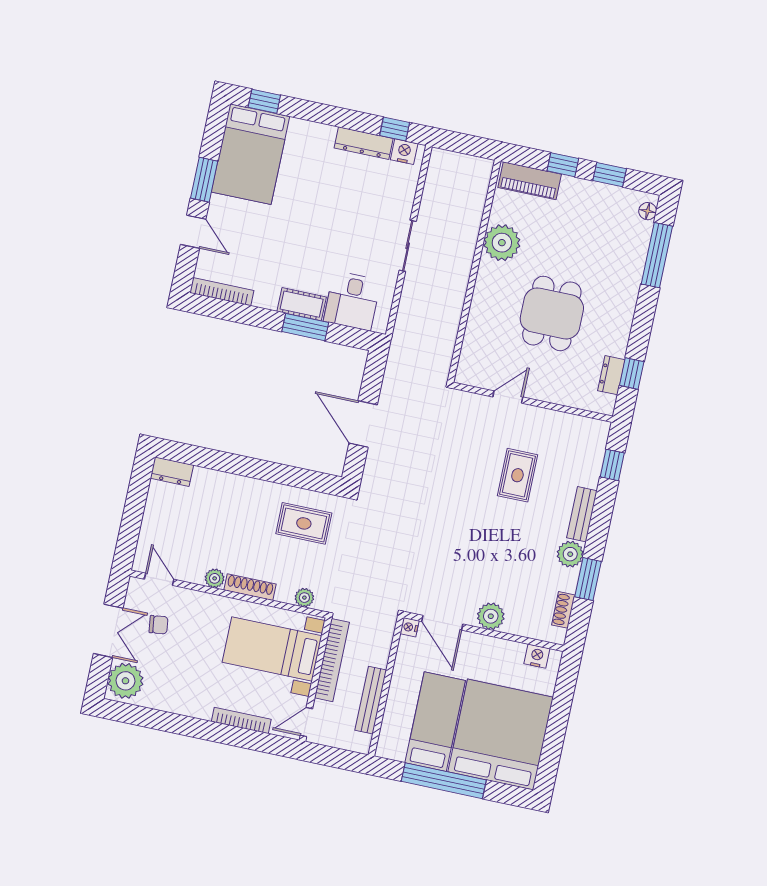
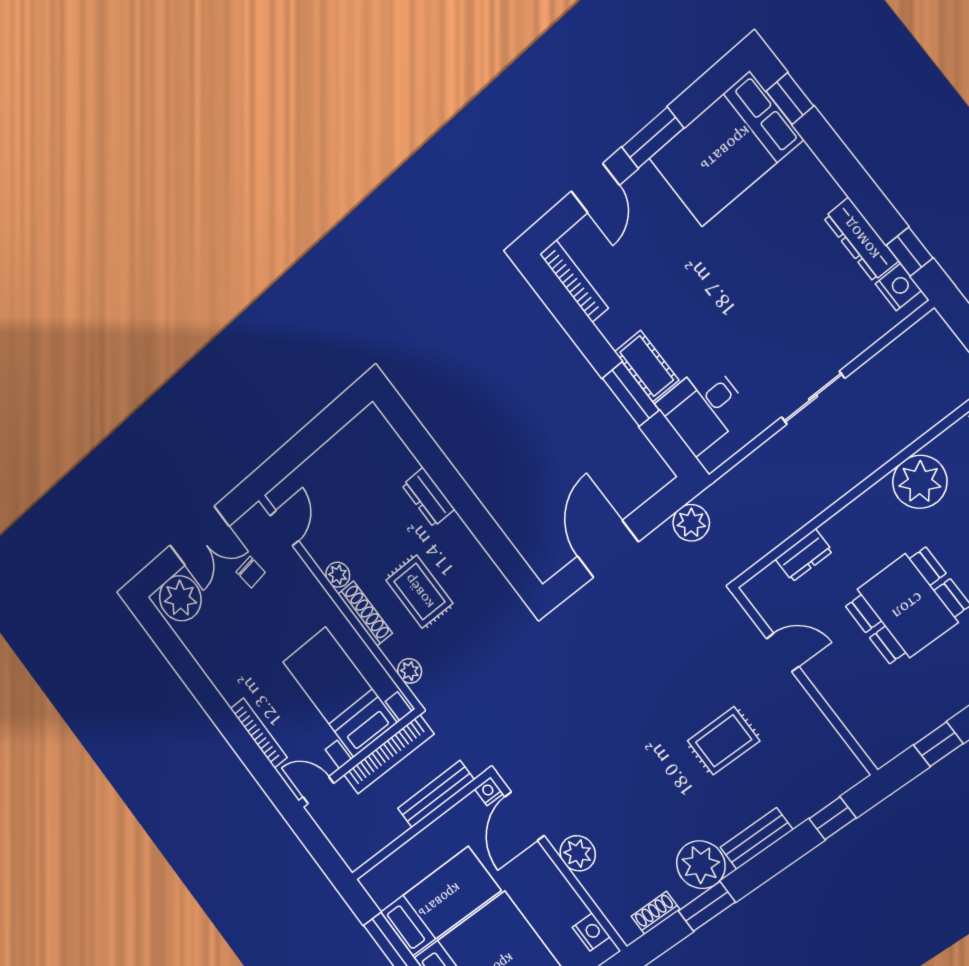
plant: (398, 369) -> (691, 523), added
dresser: (611, 375) -> (804, 555), moved, turned 180
dresser: (172, 472) -> (428, 497), moved
rug: (304, 523) -> (419, 592), moved
plant: (570, 554) -> (701, 865), width x1.36, depth x1.36
bench: (371, 700) -> (436, 794), moved

